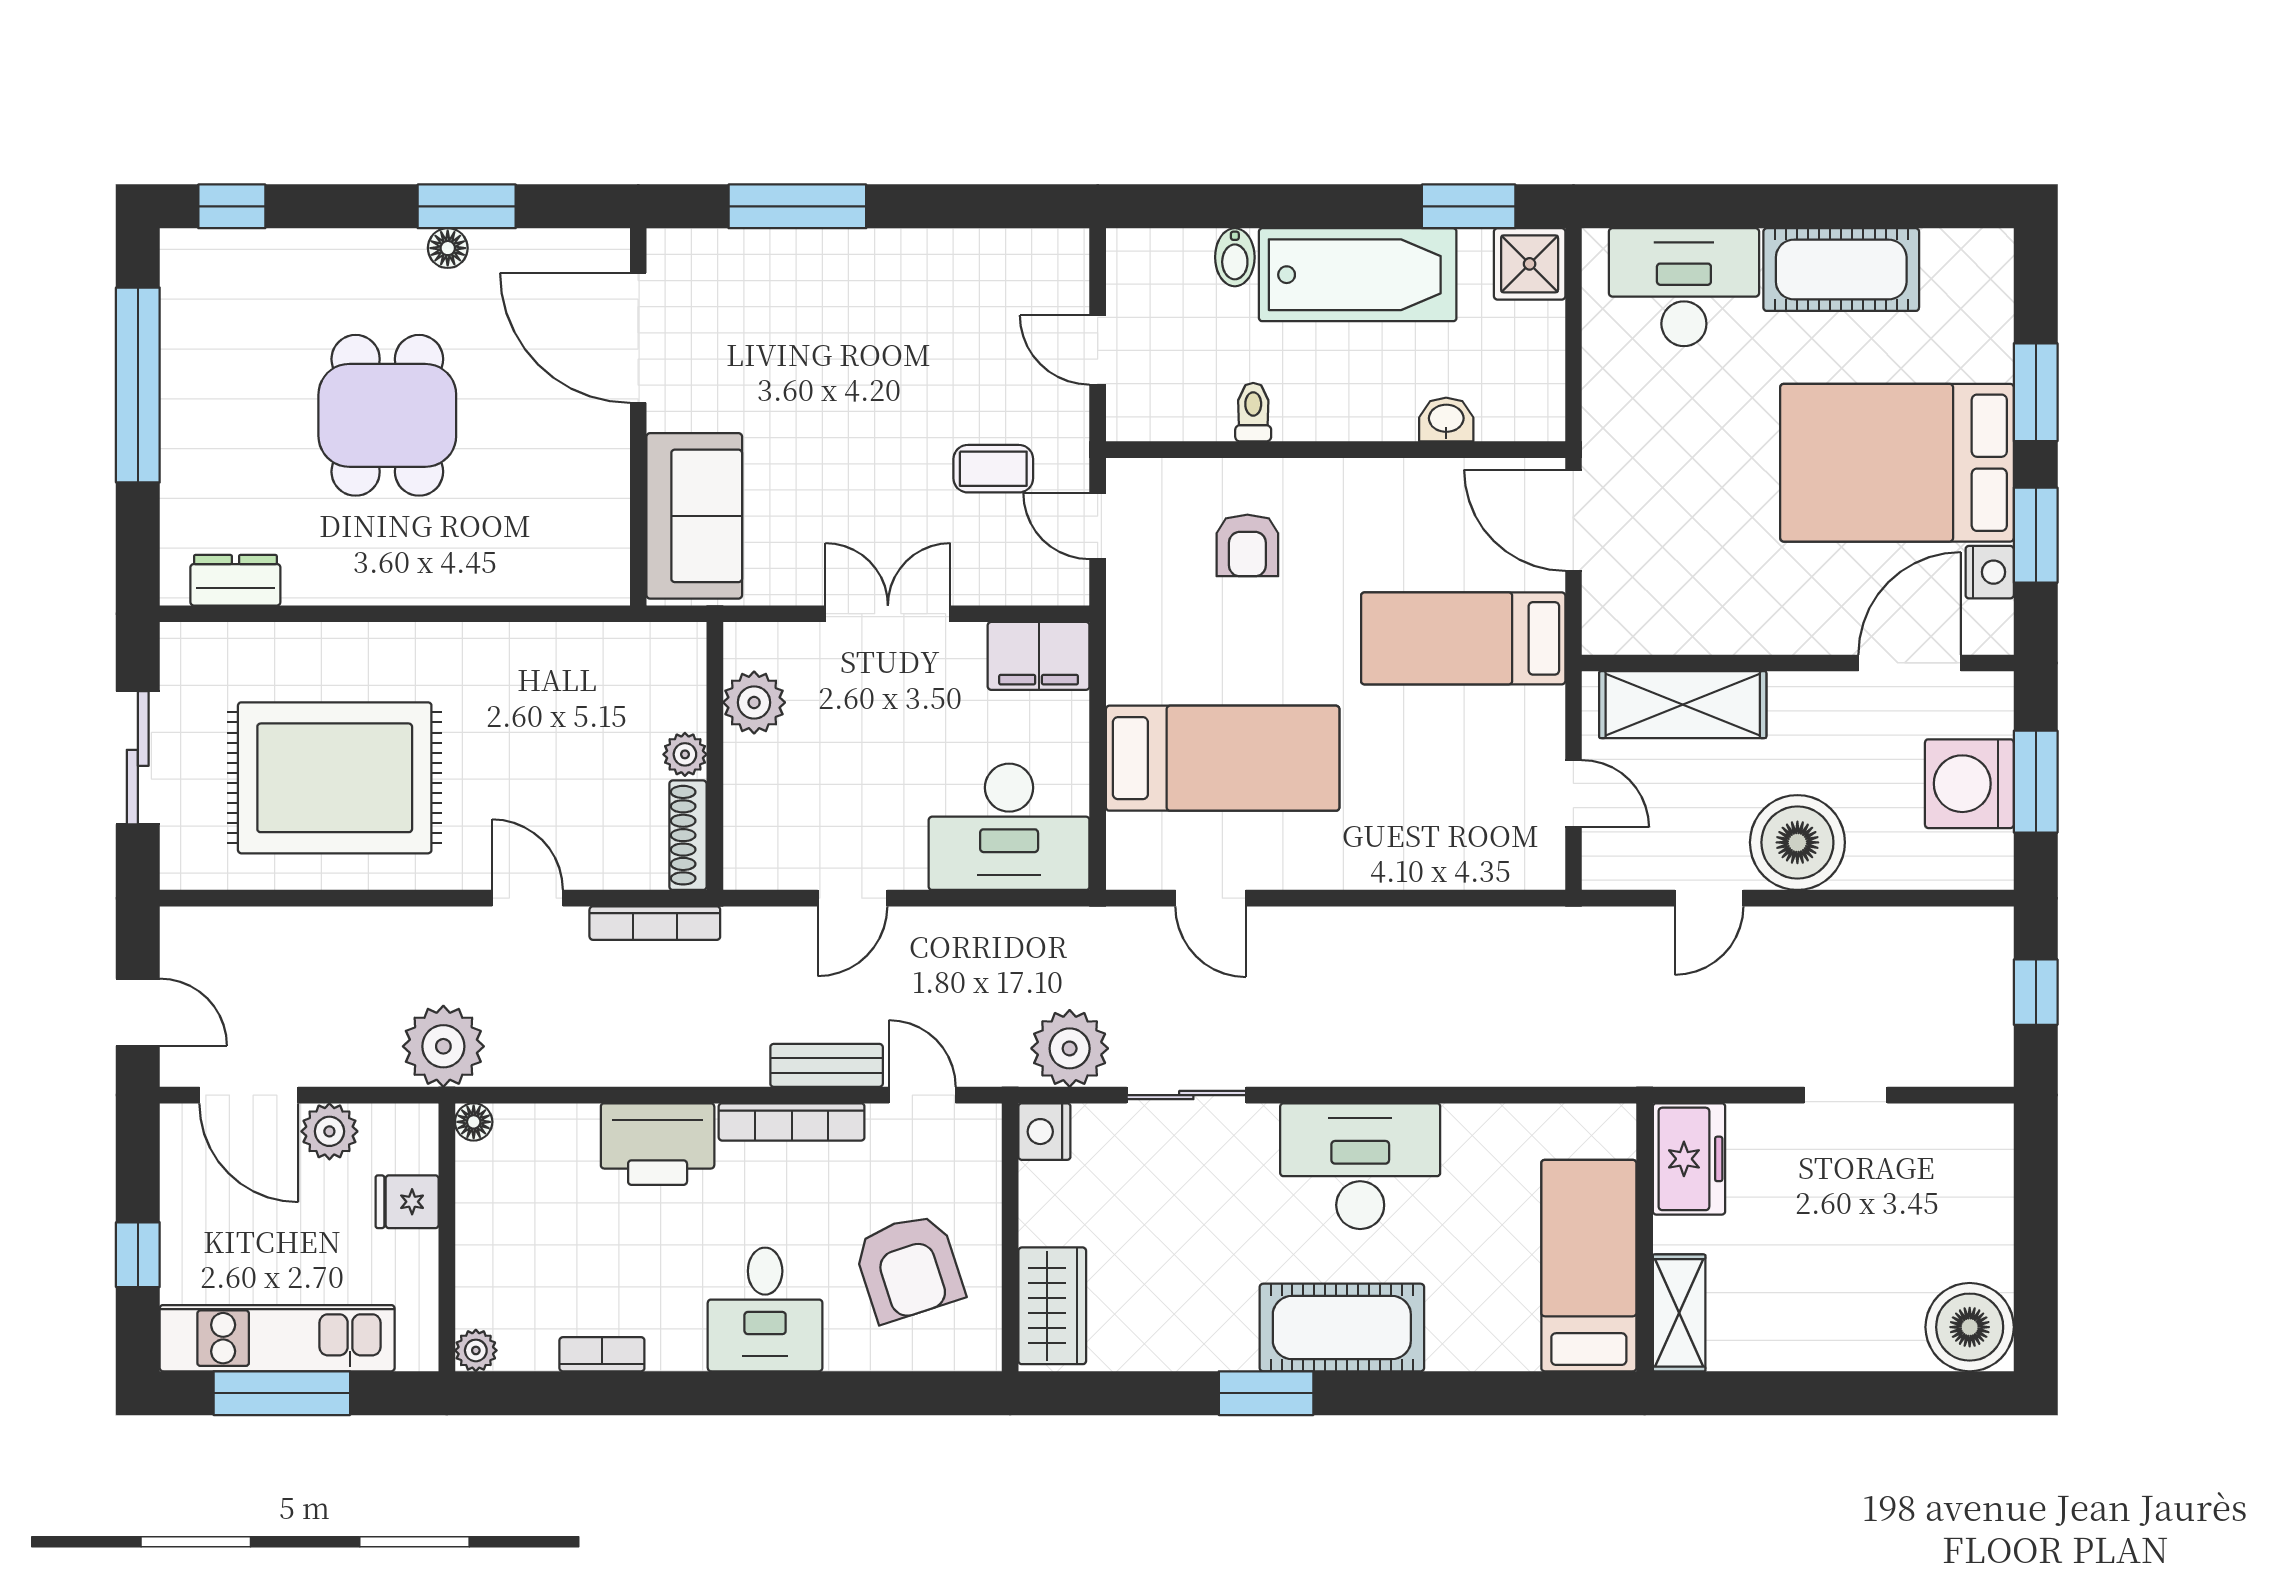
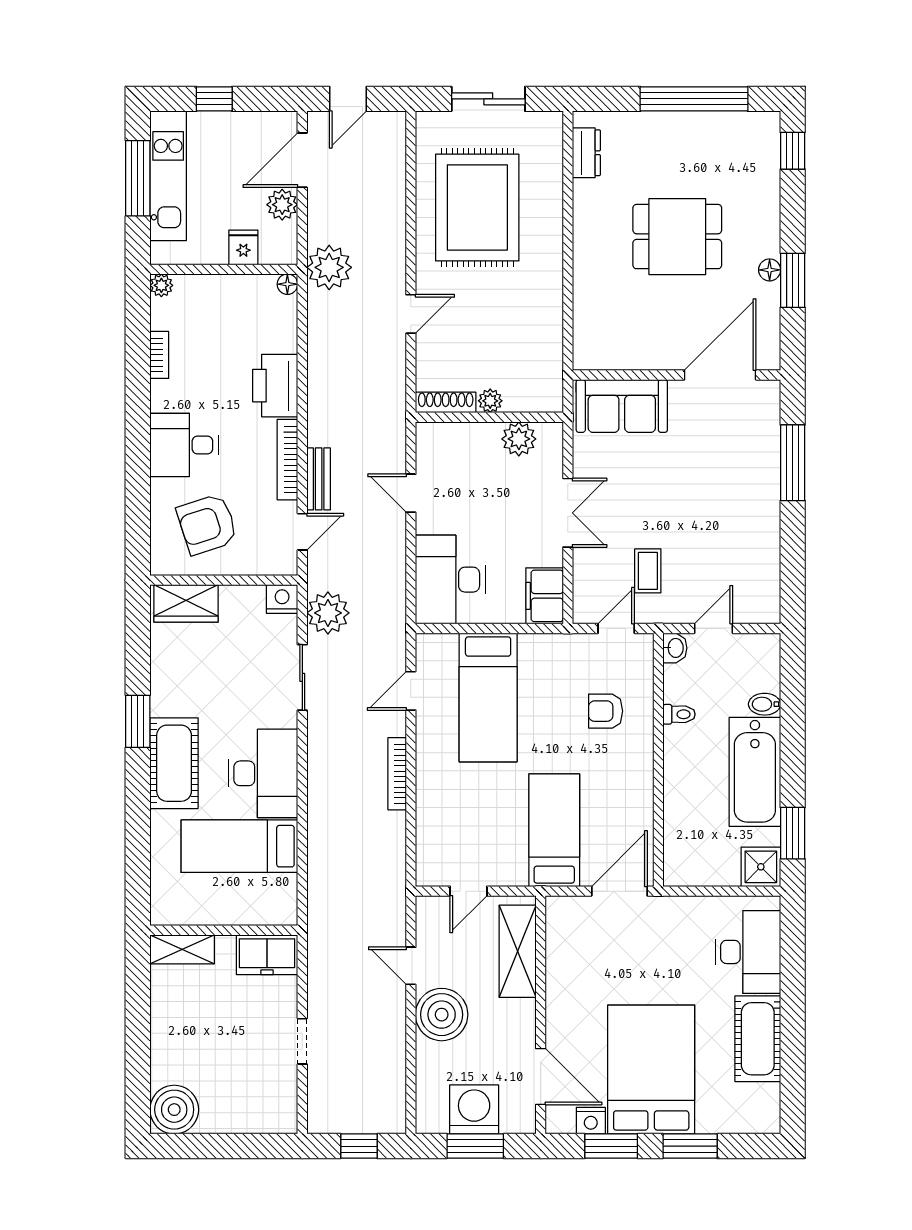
washbasin: (1446, 420) -> (675, 648), moved
bookcase: (655, 923) -> (397, 774), moved
bed: (1589, 1266) -> (239, 846), moved, turned 180

